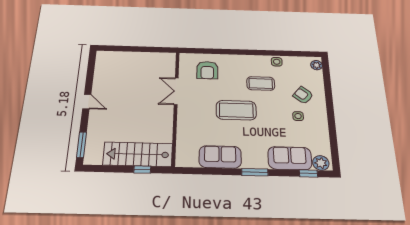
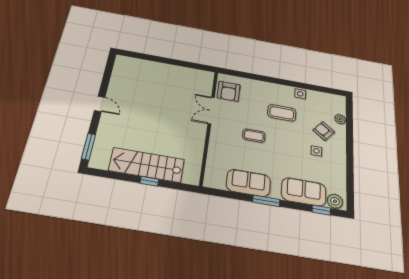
plant: (317, 65) -> (340, 119), moved
double door: (176, 91) -> (211, 110), moved
wall: (176, 107) -> (209, 126), moved
coffee table: (236, 110) -> (254, 136), width x0.54, depth x0.58
sofa: (220, 157) -> (248, 183), moved

